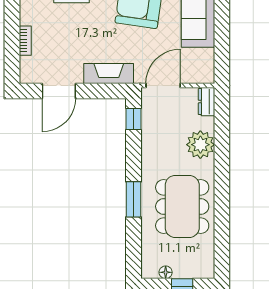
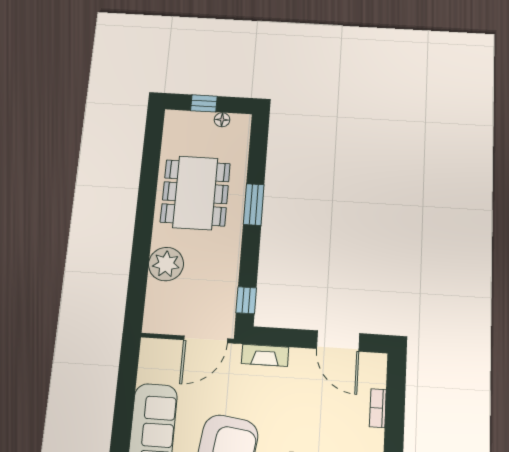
fireplace: (109, 73) -> (265, 355), width x0.73, depth x0.76
door: (59, 91) -> (338, 341), swing flipped
dresser: (206, 102) -> (153, 316), removed

